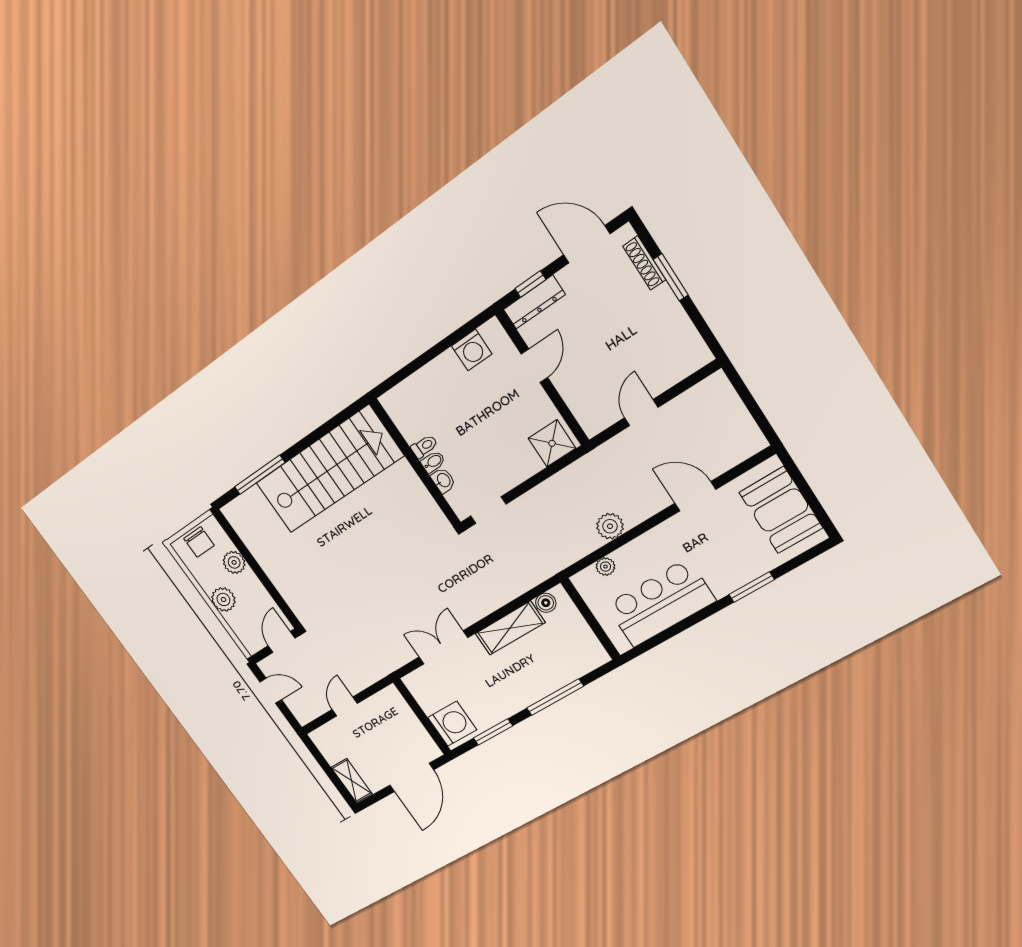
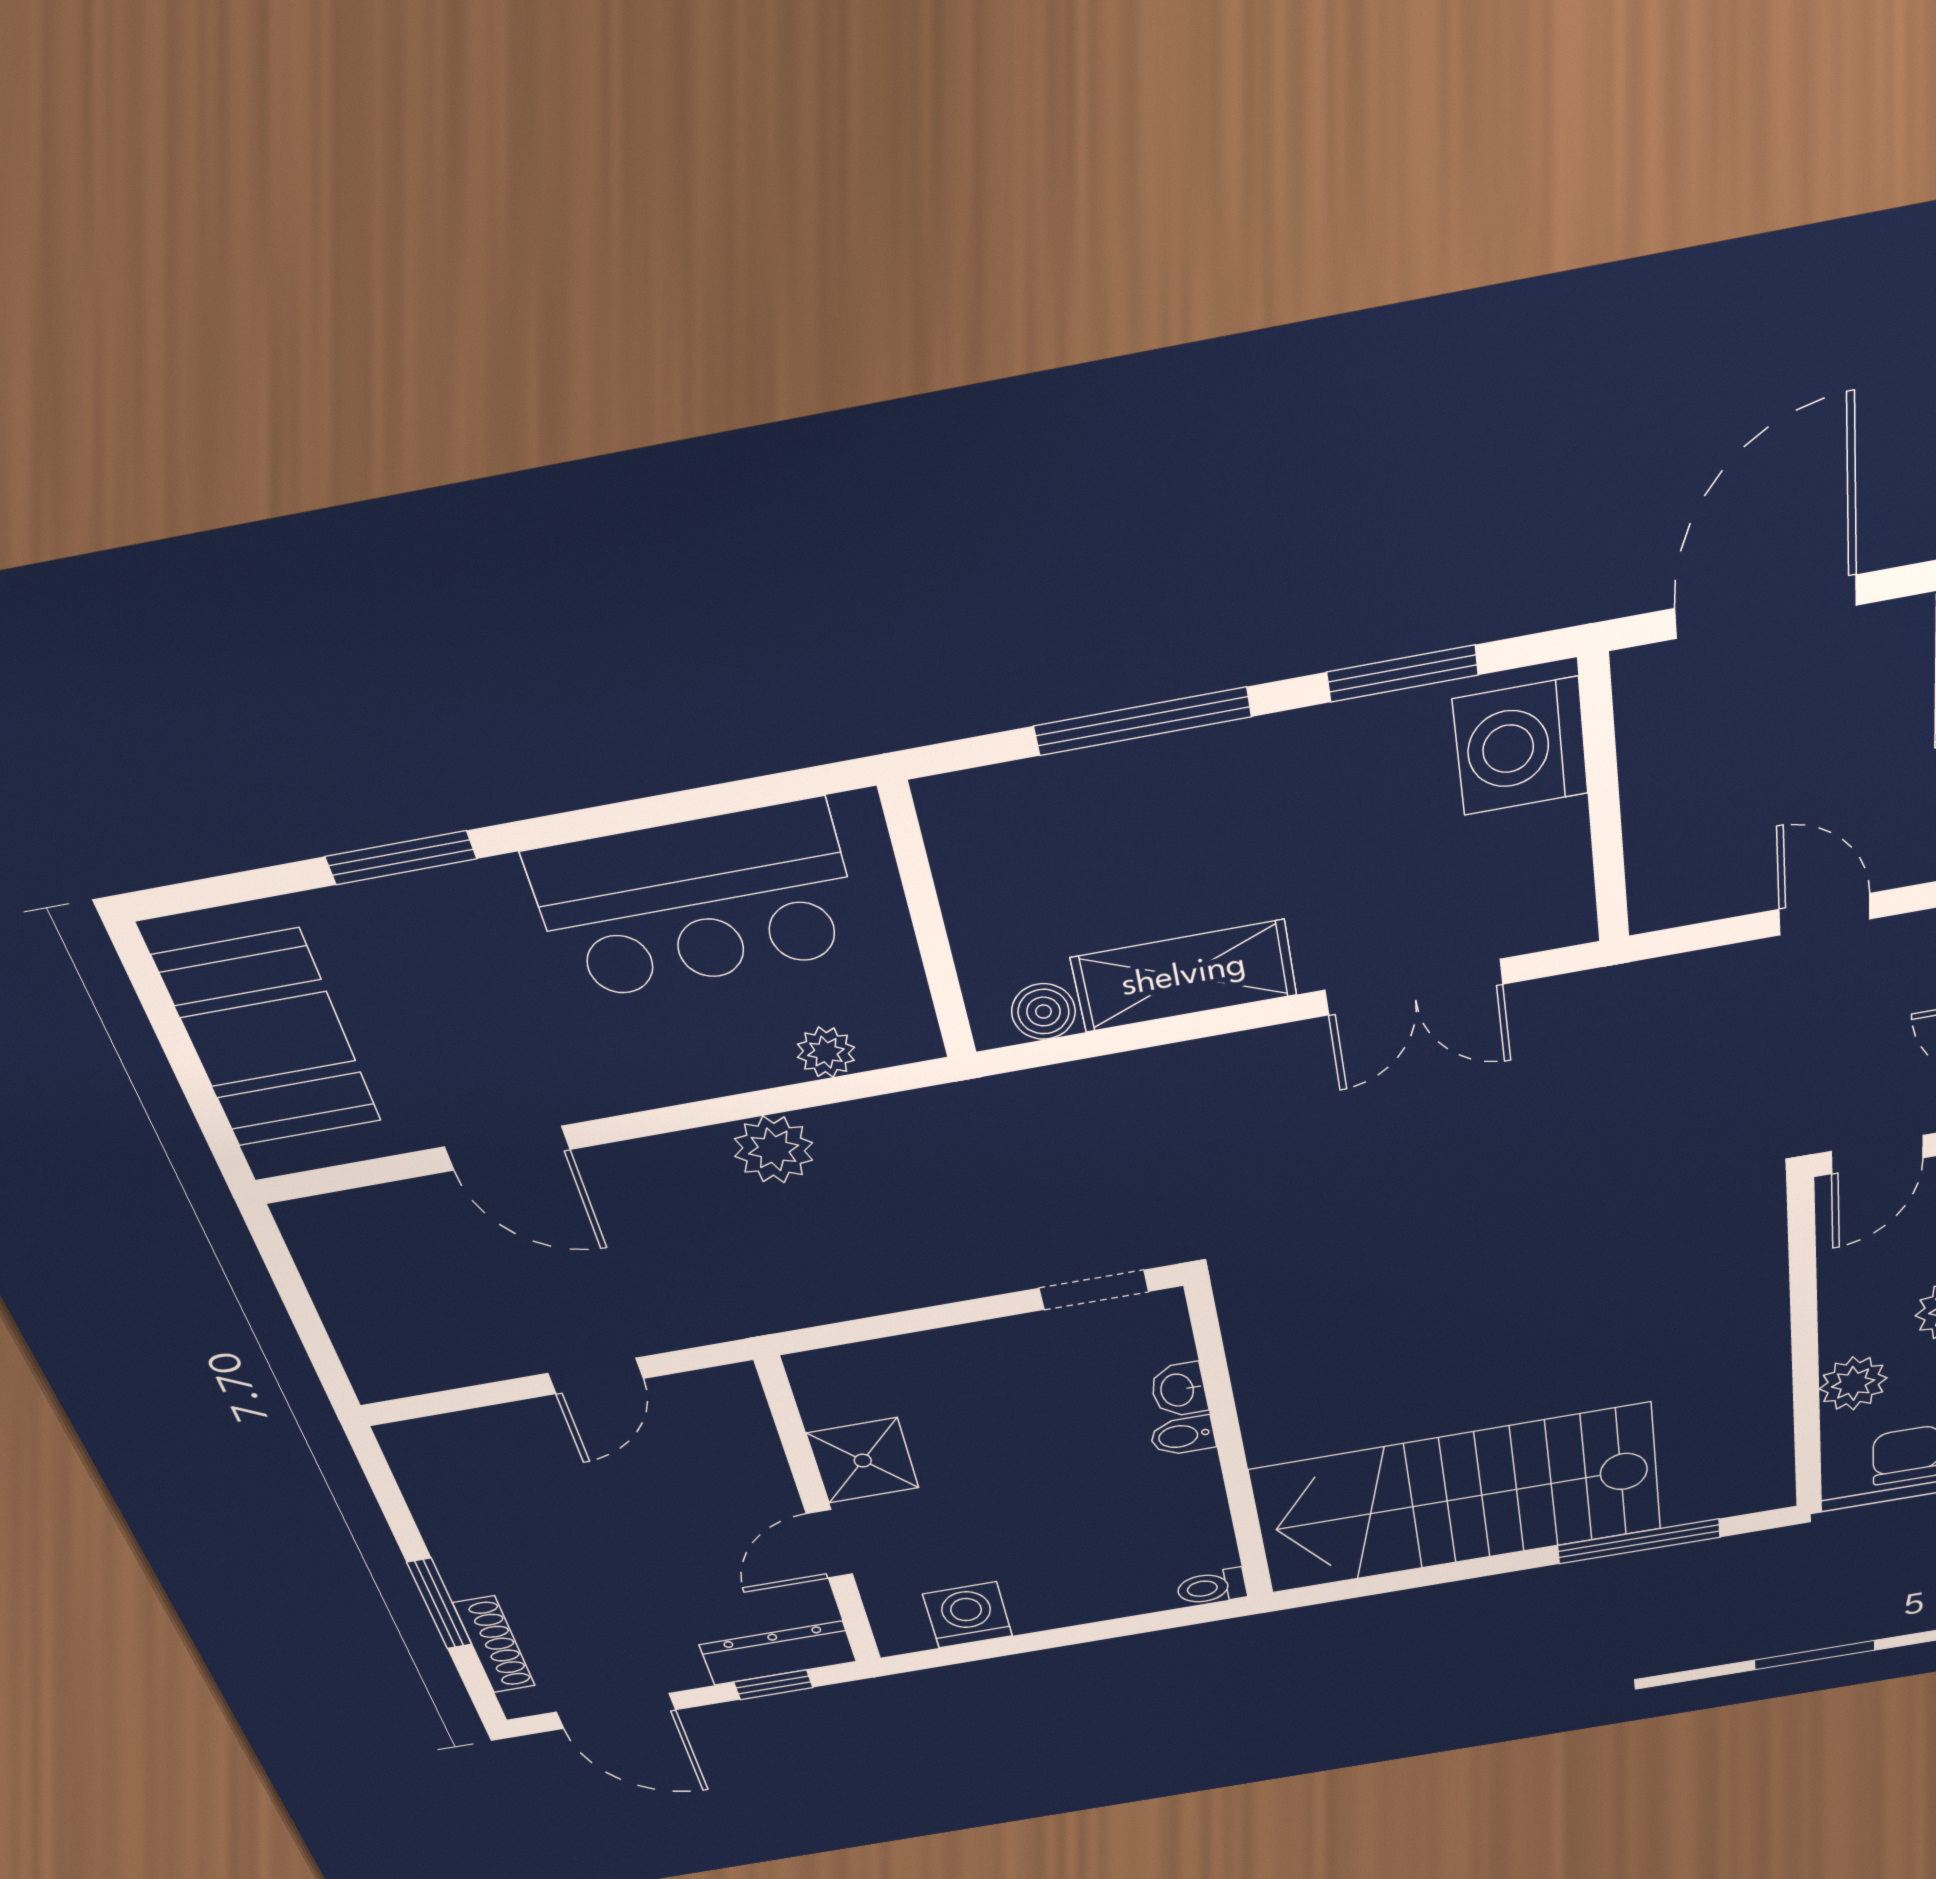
shower: (552, 443) -> (863, 1461), moved
toilet: (424, 446) -> (1212, 1587), moved
door: (345, 706) -> (1825, 914), swing flipped

